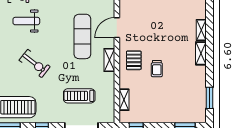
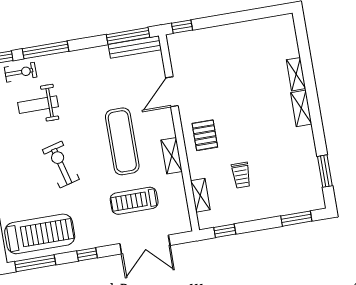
exercise mat: (82, 36) -> (122, 141), moved
shelving: (109, 60) -> (172, 156), moved
exercise bike: (35, 63) -> (61, 165), turned -143
trolley: (157, 69) -> (241, 175), moved

